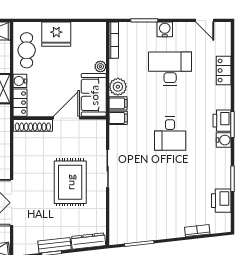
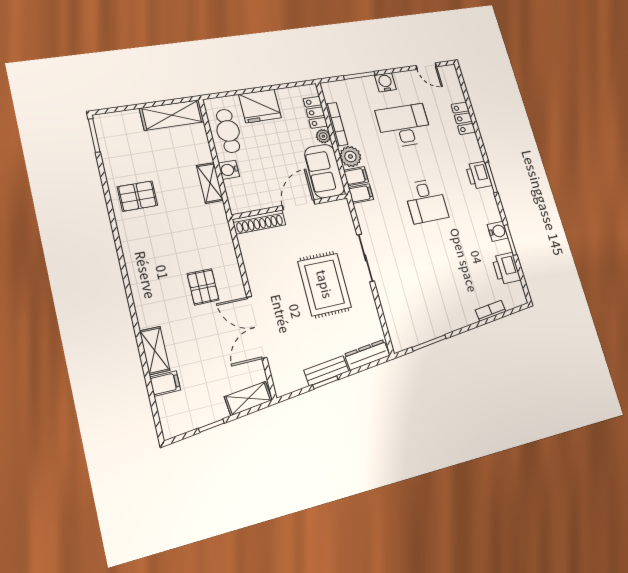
bookcase: (114, 40) -> (337, 124), moved
locker: (20, 103) -> (315, 112), moved, turned 180
water cooler: (224, 140) -> (498, 231), moved

